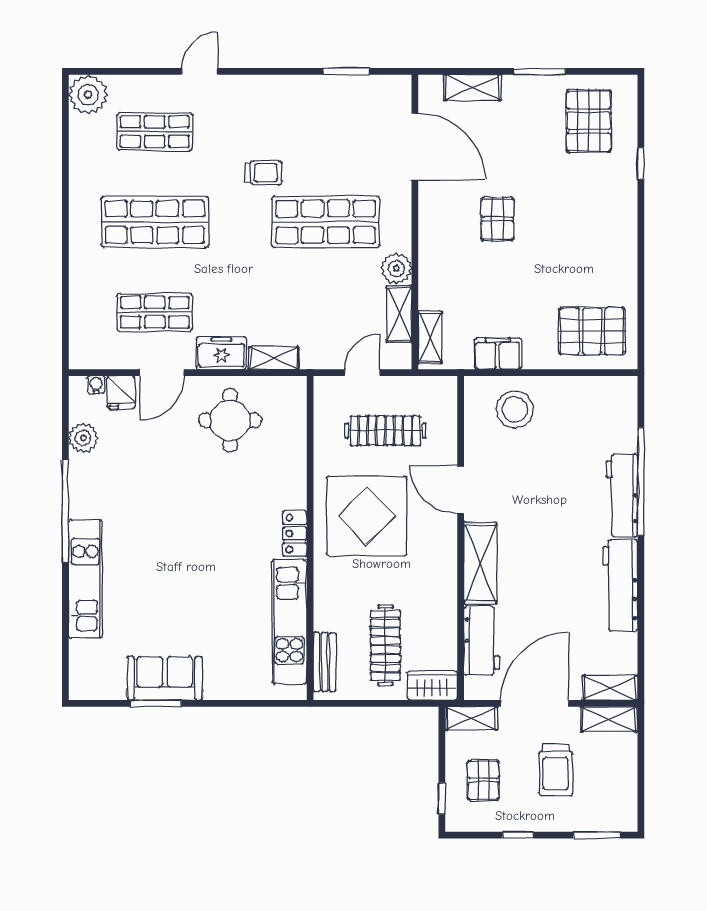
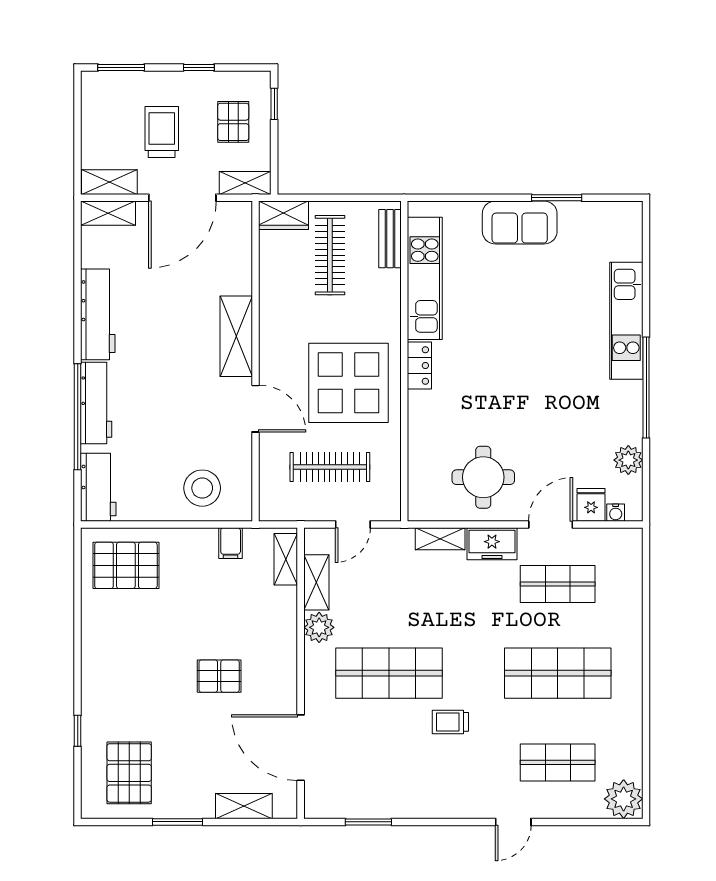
pallet: (498, 219) -> (219, 676), turned 90
filing cabinet: (498, 354) -> (231, 543), width x0.50
workbench: (482, 641) -> (98, 487), moved, turned 180
sofa: (165, 678) -> (520, 222), moved

